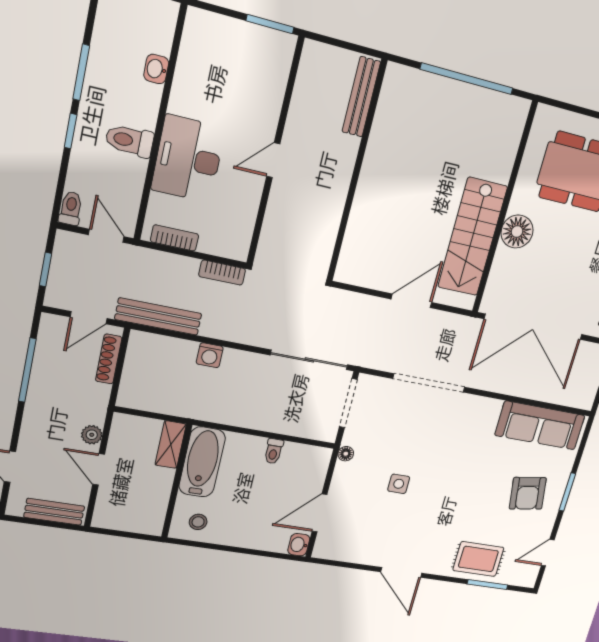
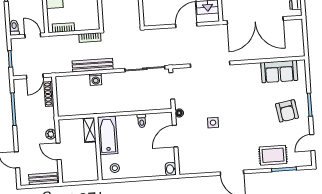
bench: (158, 317) -> (93, 65), moved
sofa: (540, 425) -> (279, 71), width x0.73
door: (319, 513) -> (175, 136), moved

